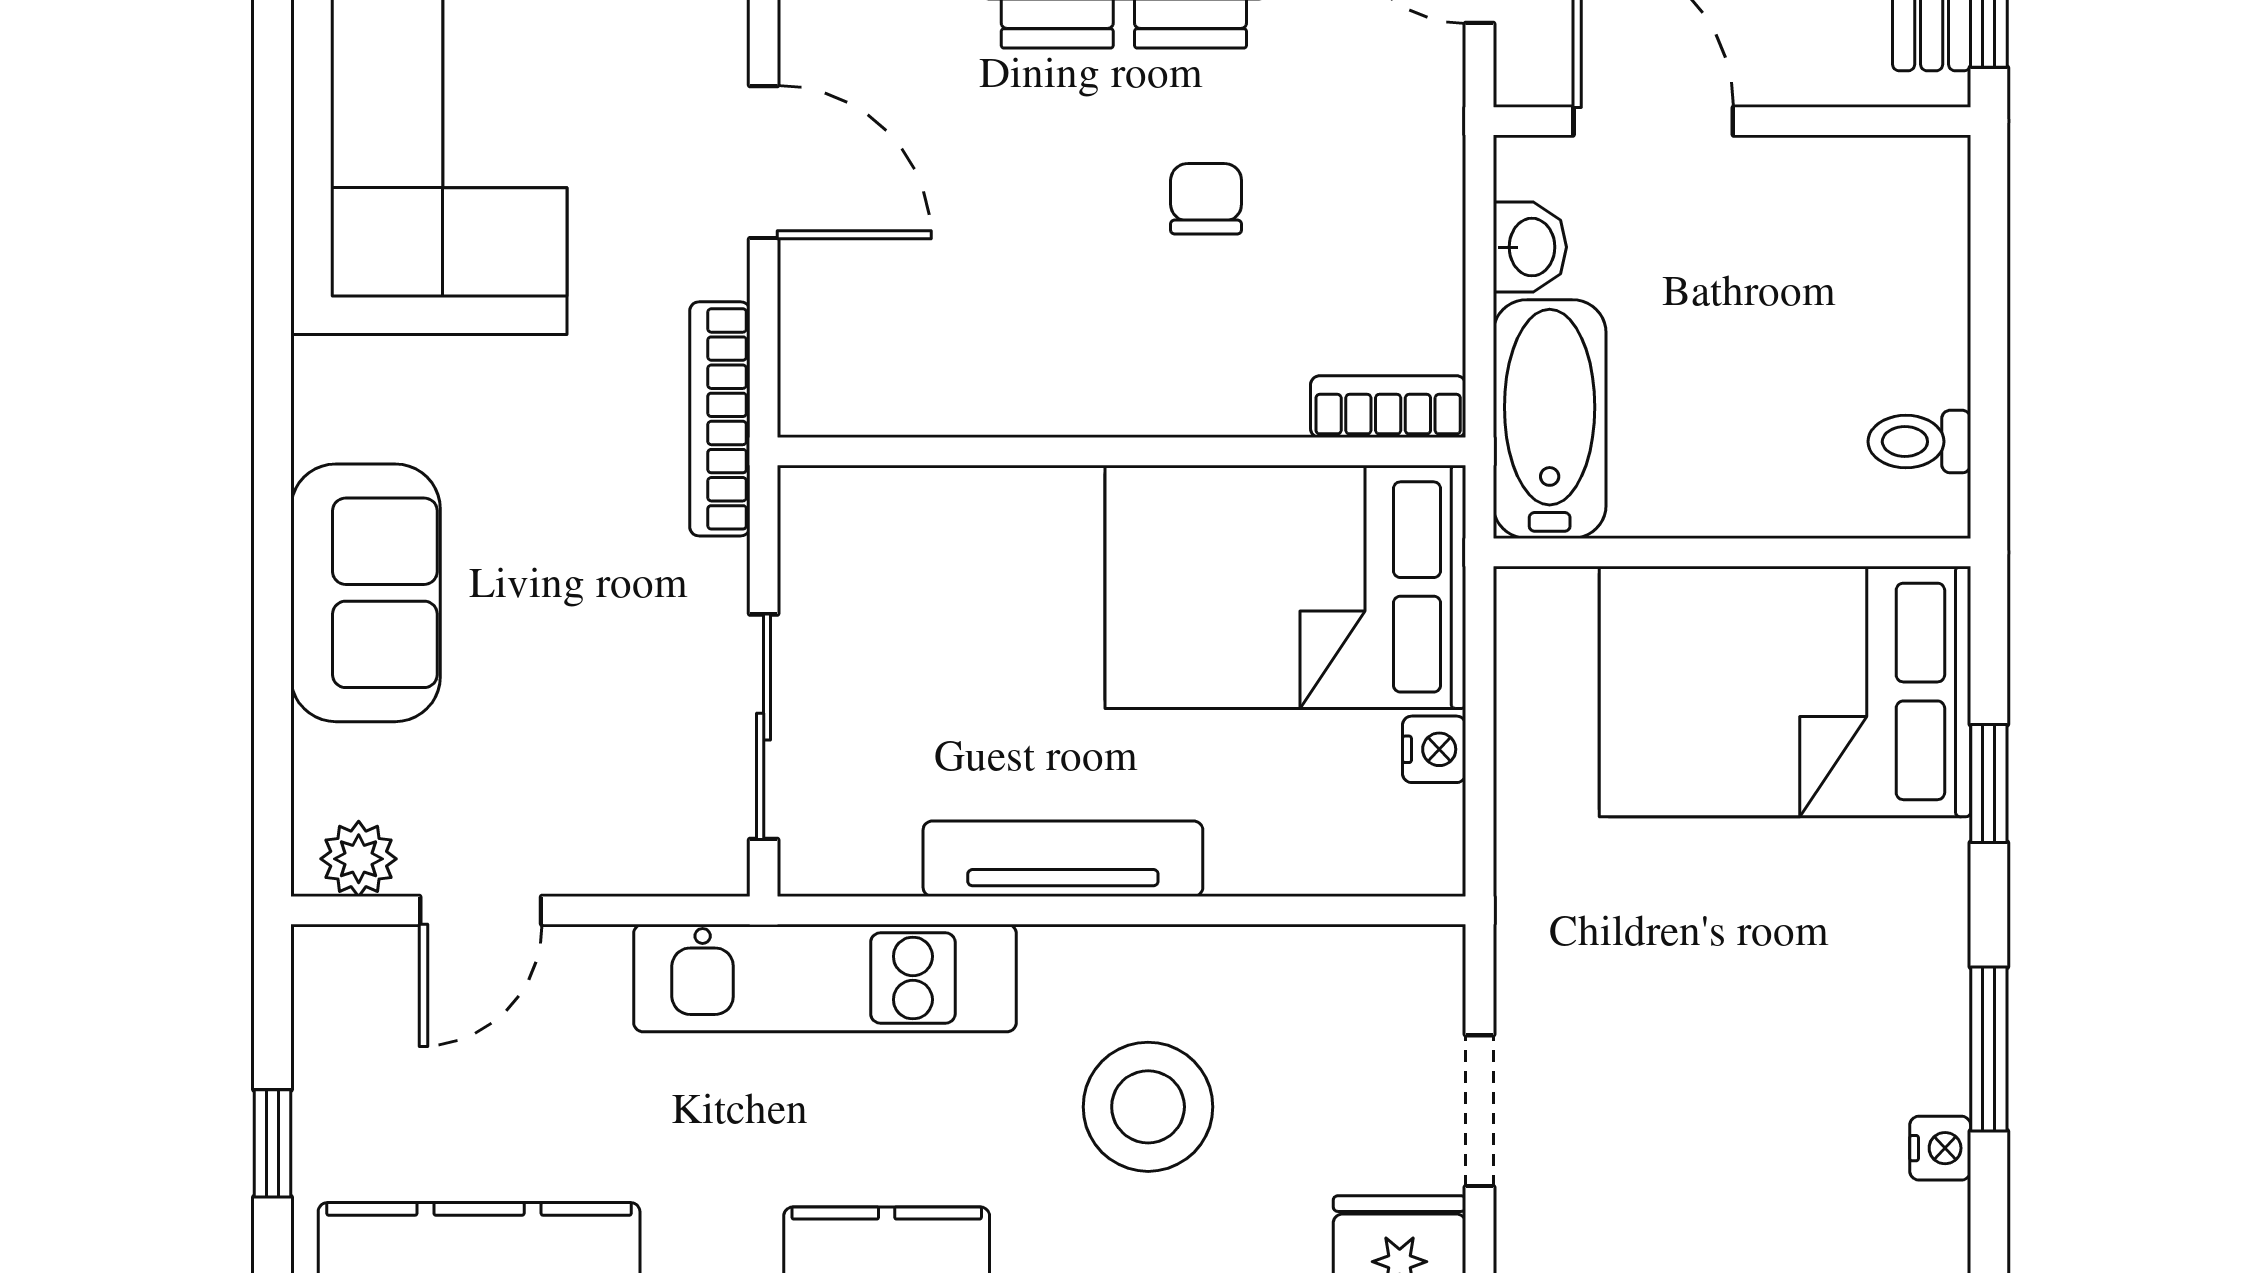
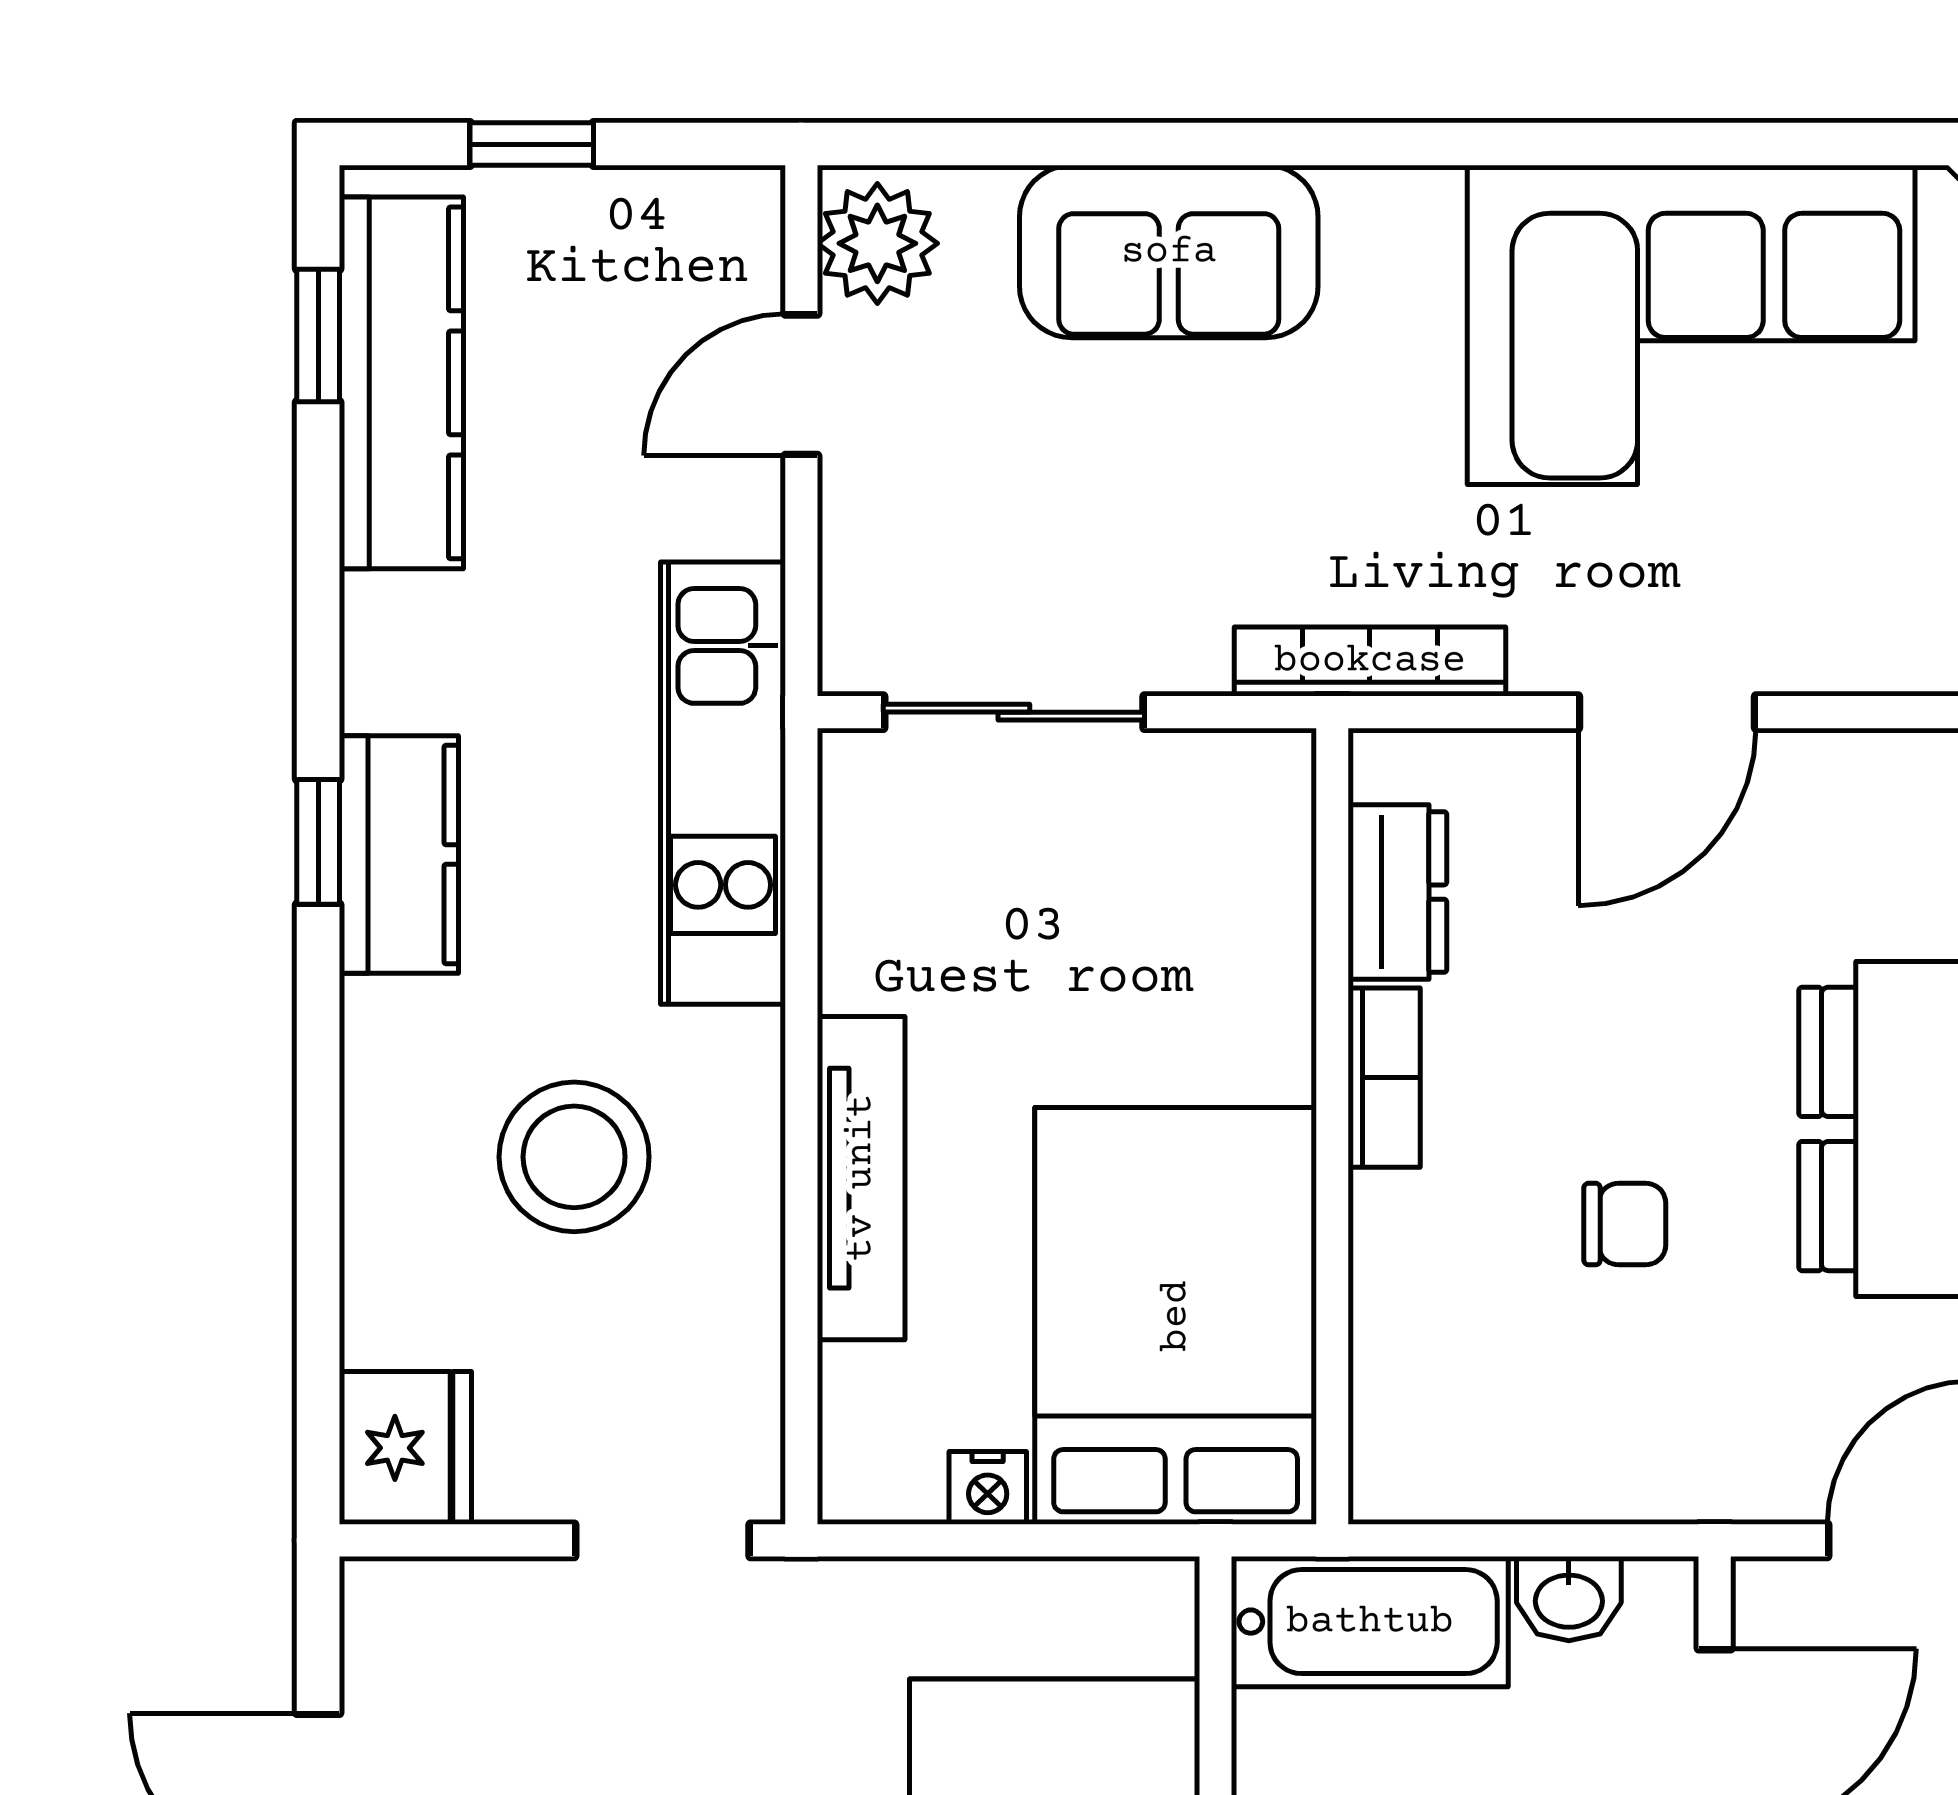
dresser: (919, 395) -> (1397, 892), added
bookcase: (1388, 407) -> (1384, 1078), moved
plant: (359, 859) -> (877, 243), width x1.38, depth x1.38
tv unit: (1063, 859) -> (861, 1178), moved
door: (481, 910) -> (801, 385), hinge flipped
doorway: (1479, 1111) -> (662, 1540), moved

